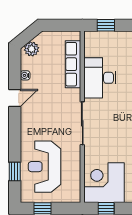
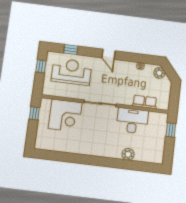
row of seats: (73, 64) -> (145, 102), width x0.68
door: (15, 98) -> (109, 54), moved
corner desk: (104, 183) -> (65, 116), moved, turned 90

